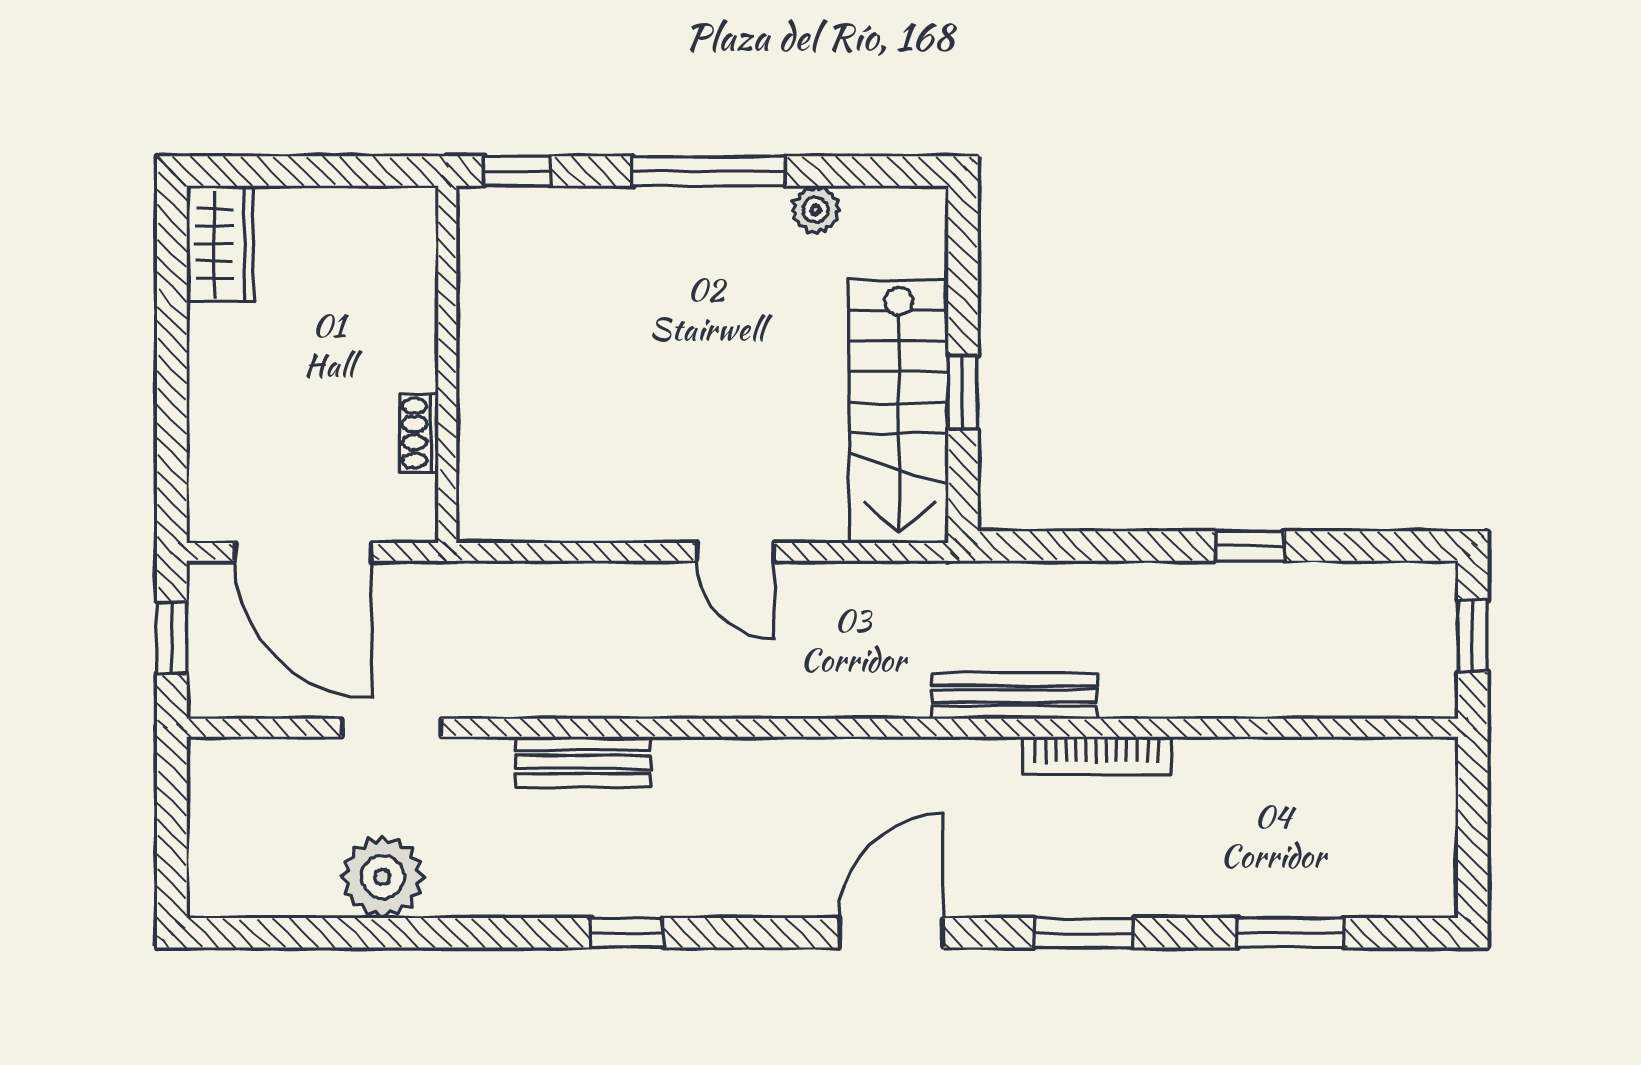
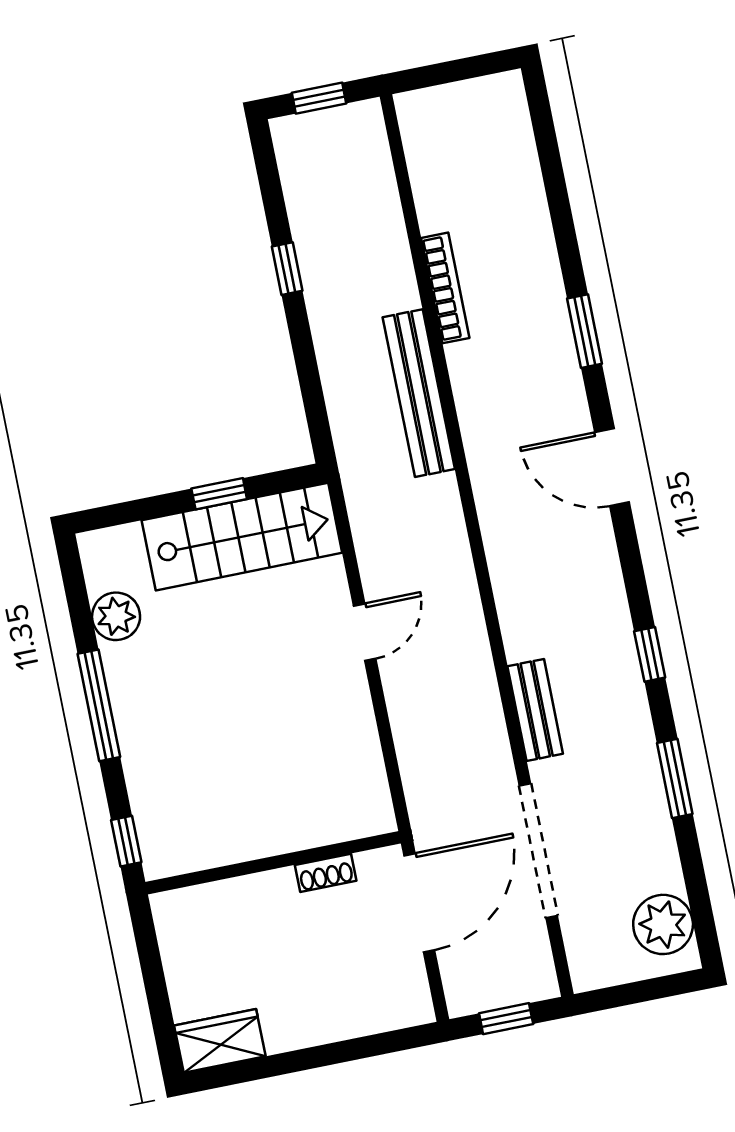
plant: (816, 210) -> (116, 616), width x1.38, depth x1.38
door: (303, 552) -> (419, 903), moved
bench: (1015, 696) -> (419, 393), width x1.37, depth x1.21
doorway: (391, 728) -> (538, 851), width x1.87
bookcase: (1096, 756) -> (445, 288), moved
plant: (382, 877) -> (663, 924), moved
window: (1290, 933) -> (675, 778), moved

